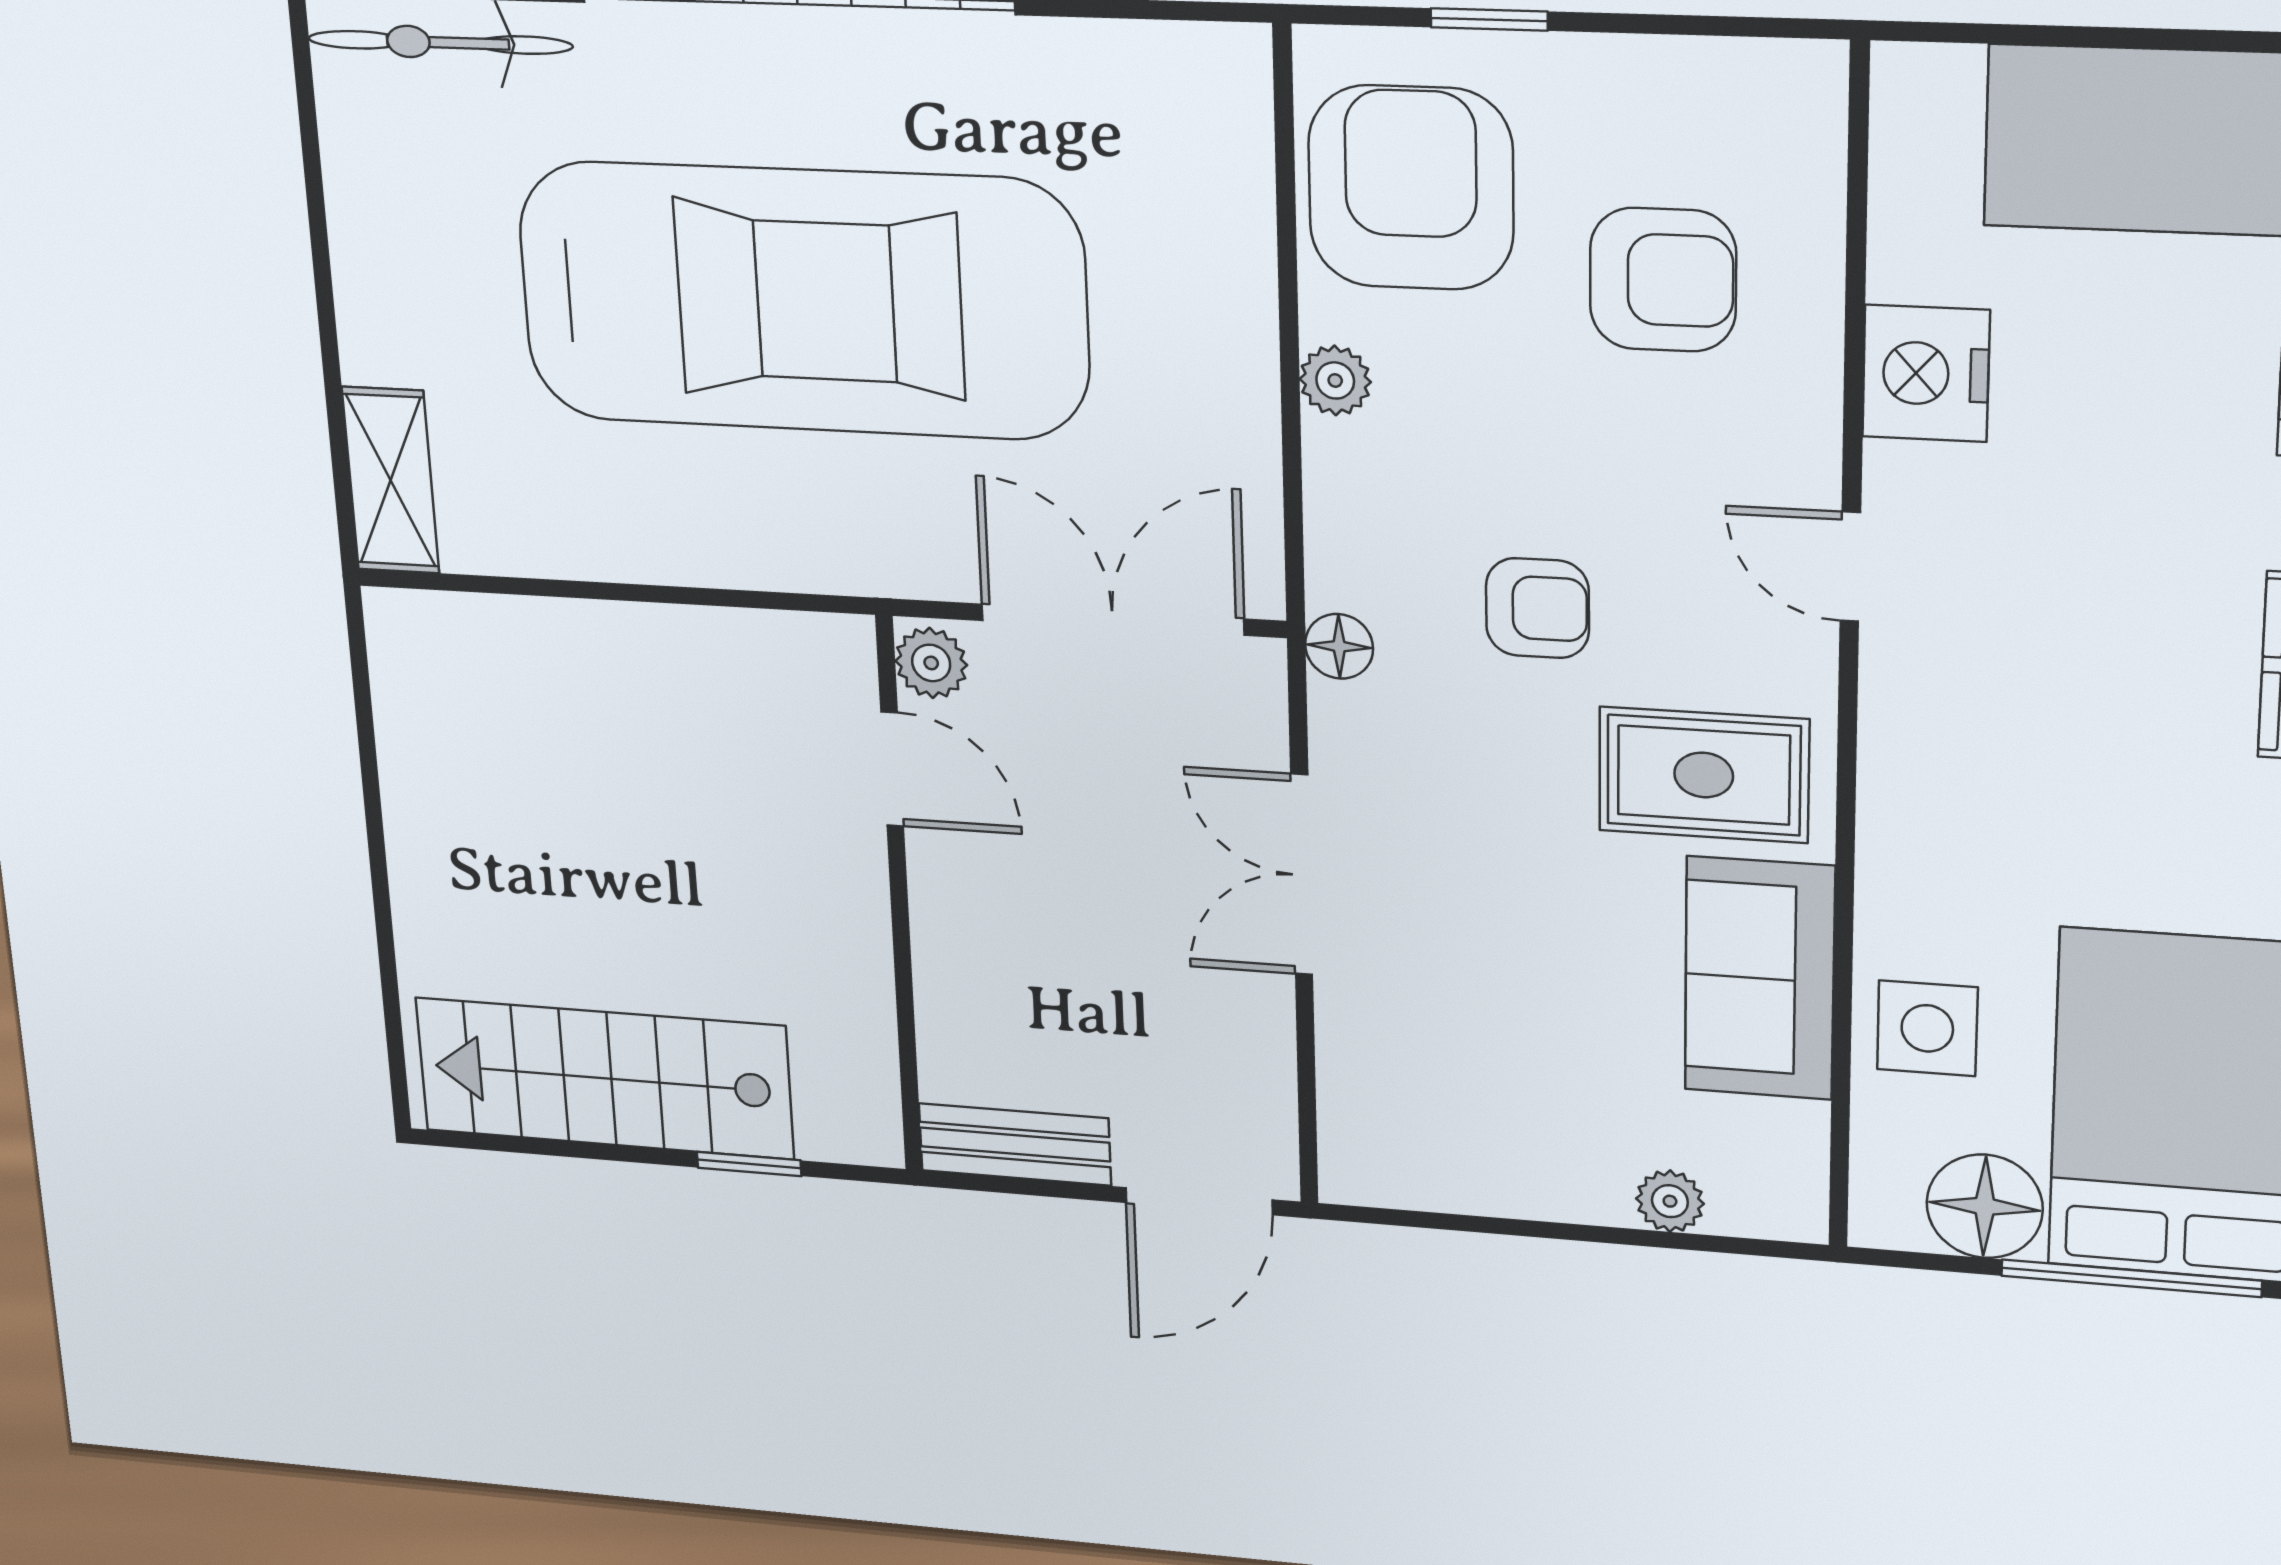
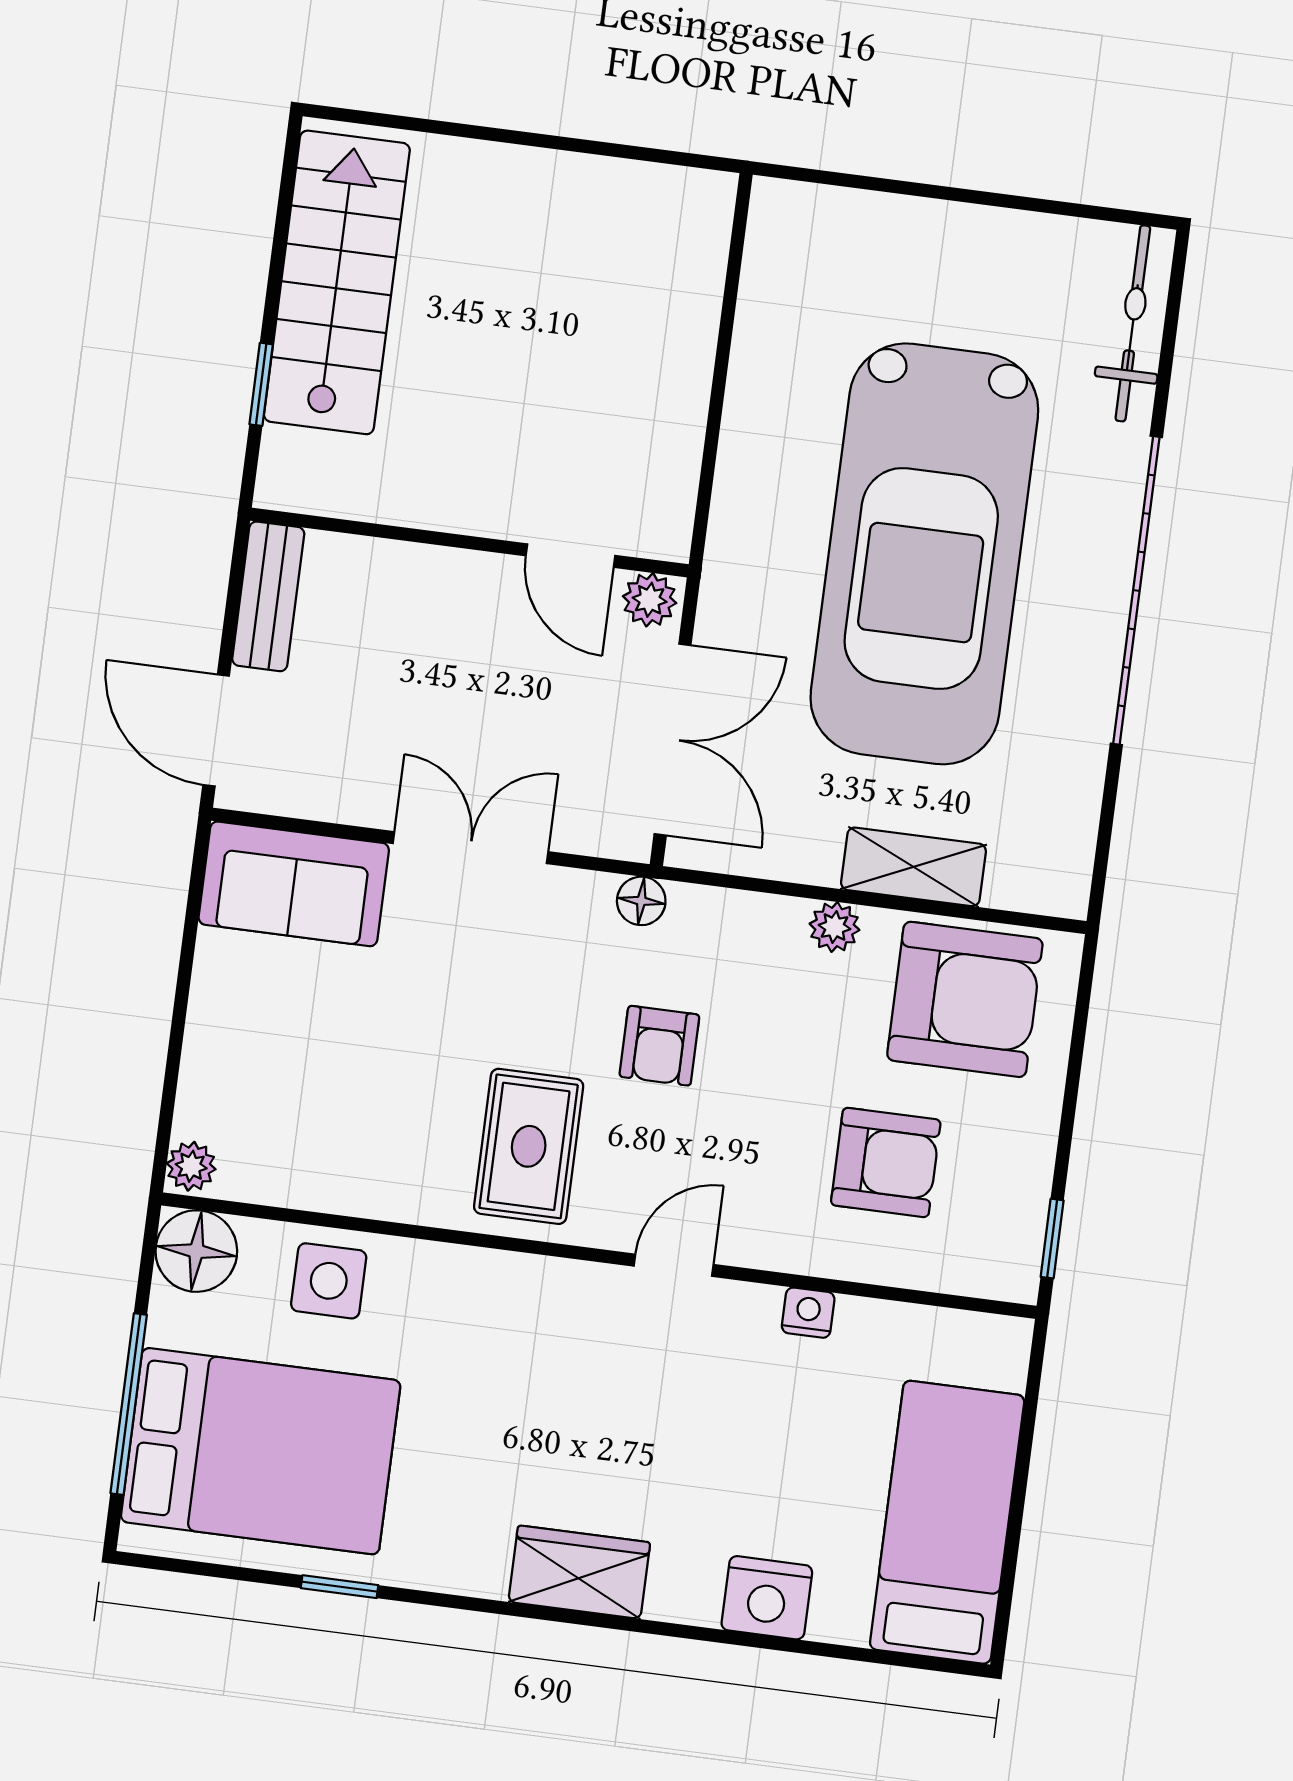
window: (1489, 19) -> (1052, 1239), moved
armchair: (1663, 280) -> (886, 1162), turned -90
nightstand: (1926, 373) -> (808, 1313), width x0.53, depth x0.56
shelving: (391, 480) -> (913, 867), moved
door: (892, 769) -> (570, 556), hinge flipped
sofa: (1759, 978) -> (294, 884), moved, turned 180
plant: (1670, 1201) -> (191, 1166), moved
floor lamp: (1985, 1206) -> (196, 1251), moved

